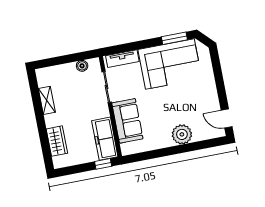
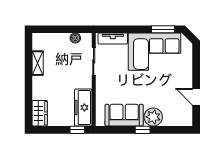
door: (227, 118) -> (196, 97), moved
sofa: (127, 121) -> (124, 115), moved, turned -90
wardrobe: (57, 141) -> (40, 113), moved
window: (173, 150) -> (143, 130), added

